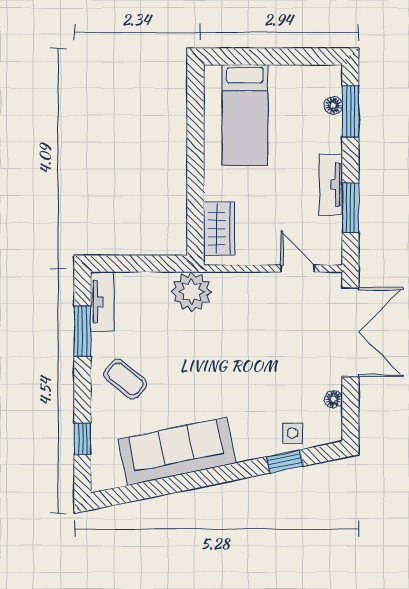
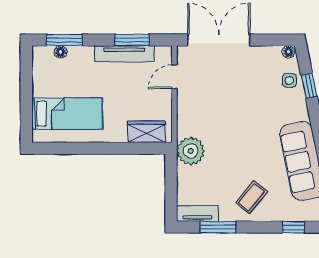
tv unit: (331, 185) -> (124, 54), width x1.41
floor lamp: (333, 399) -> (288, 52), moved

